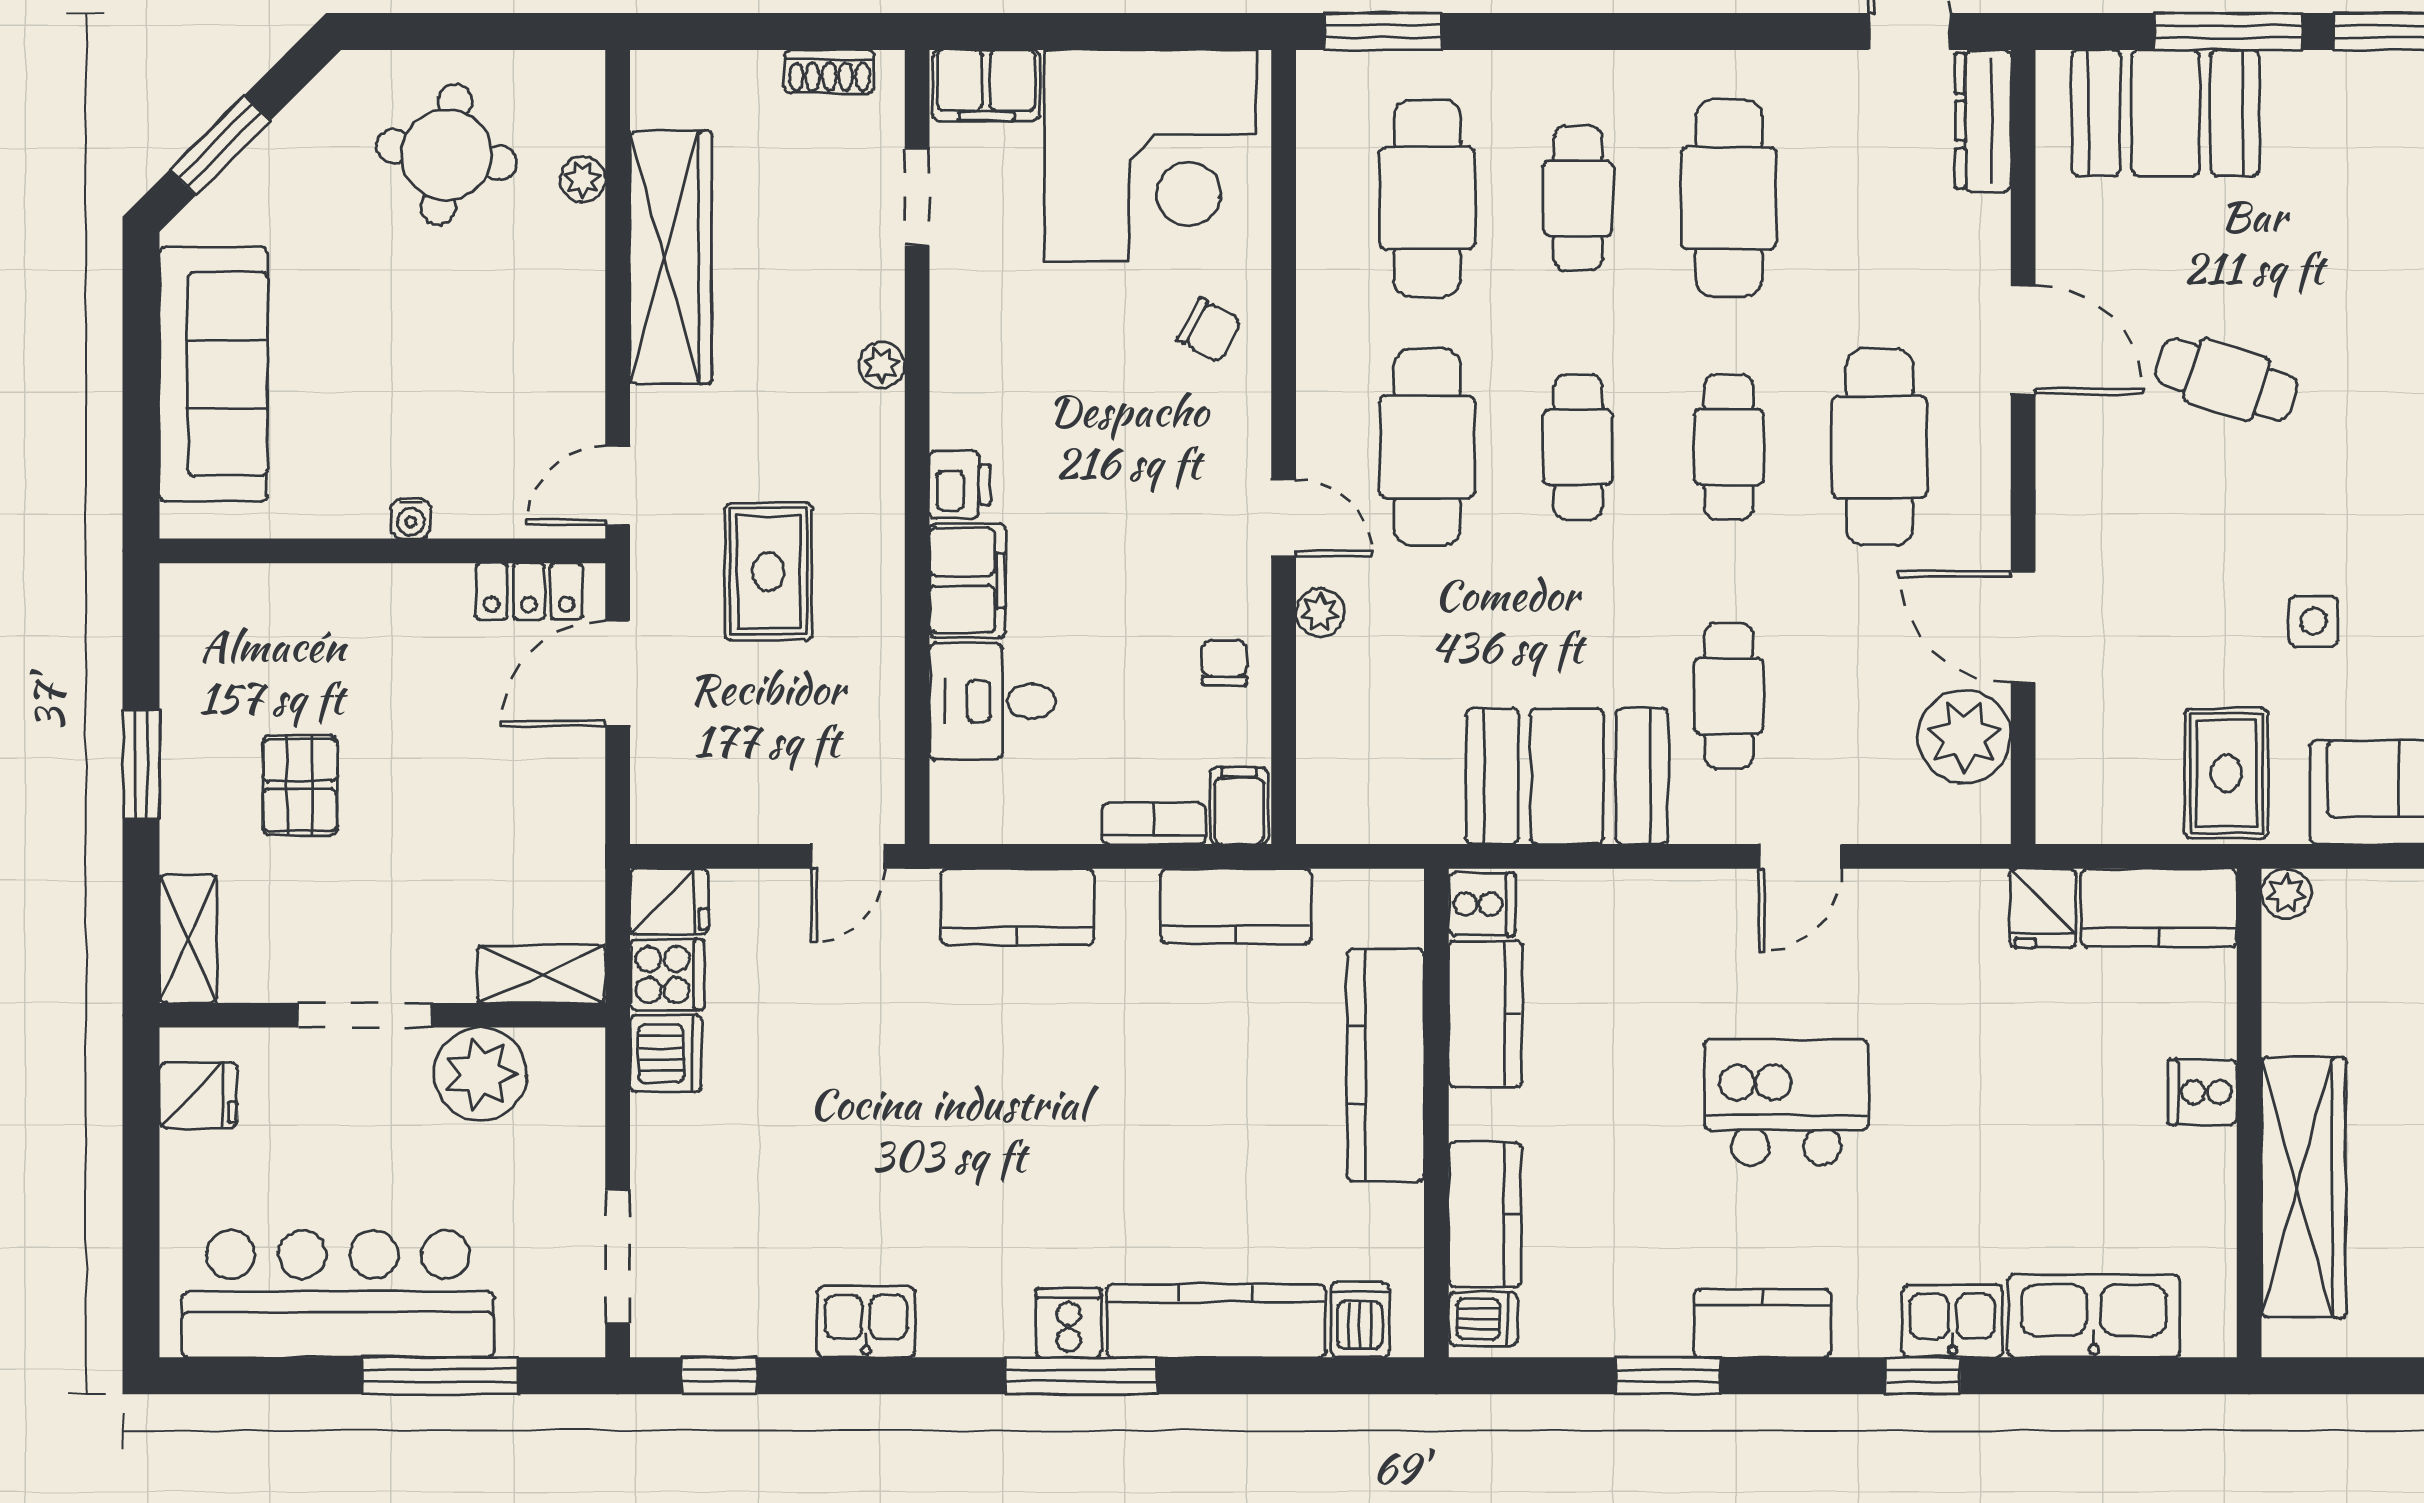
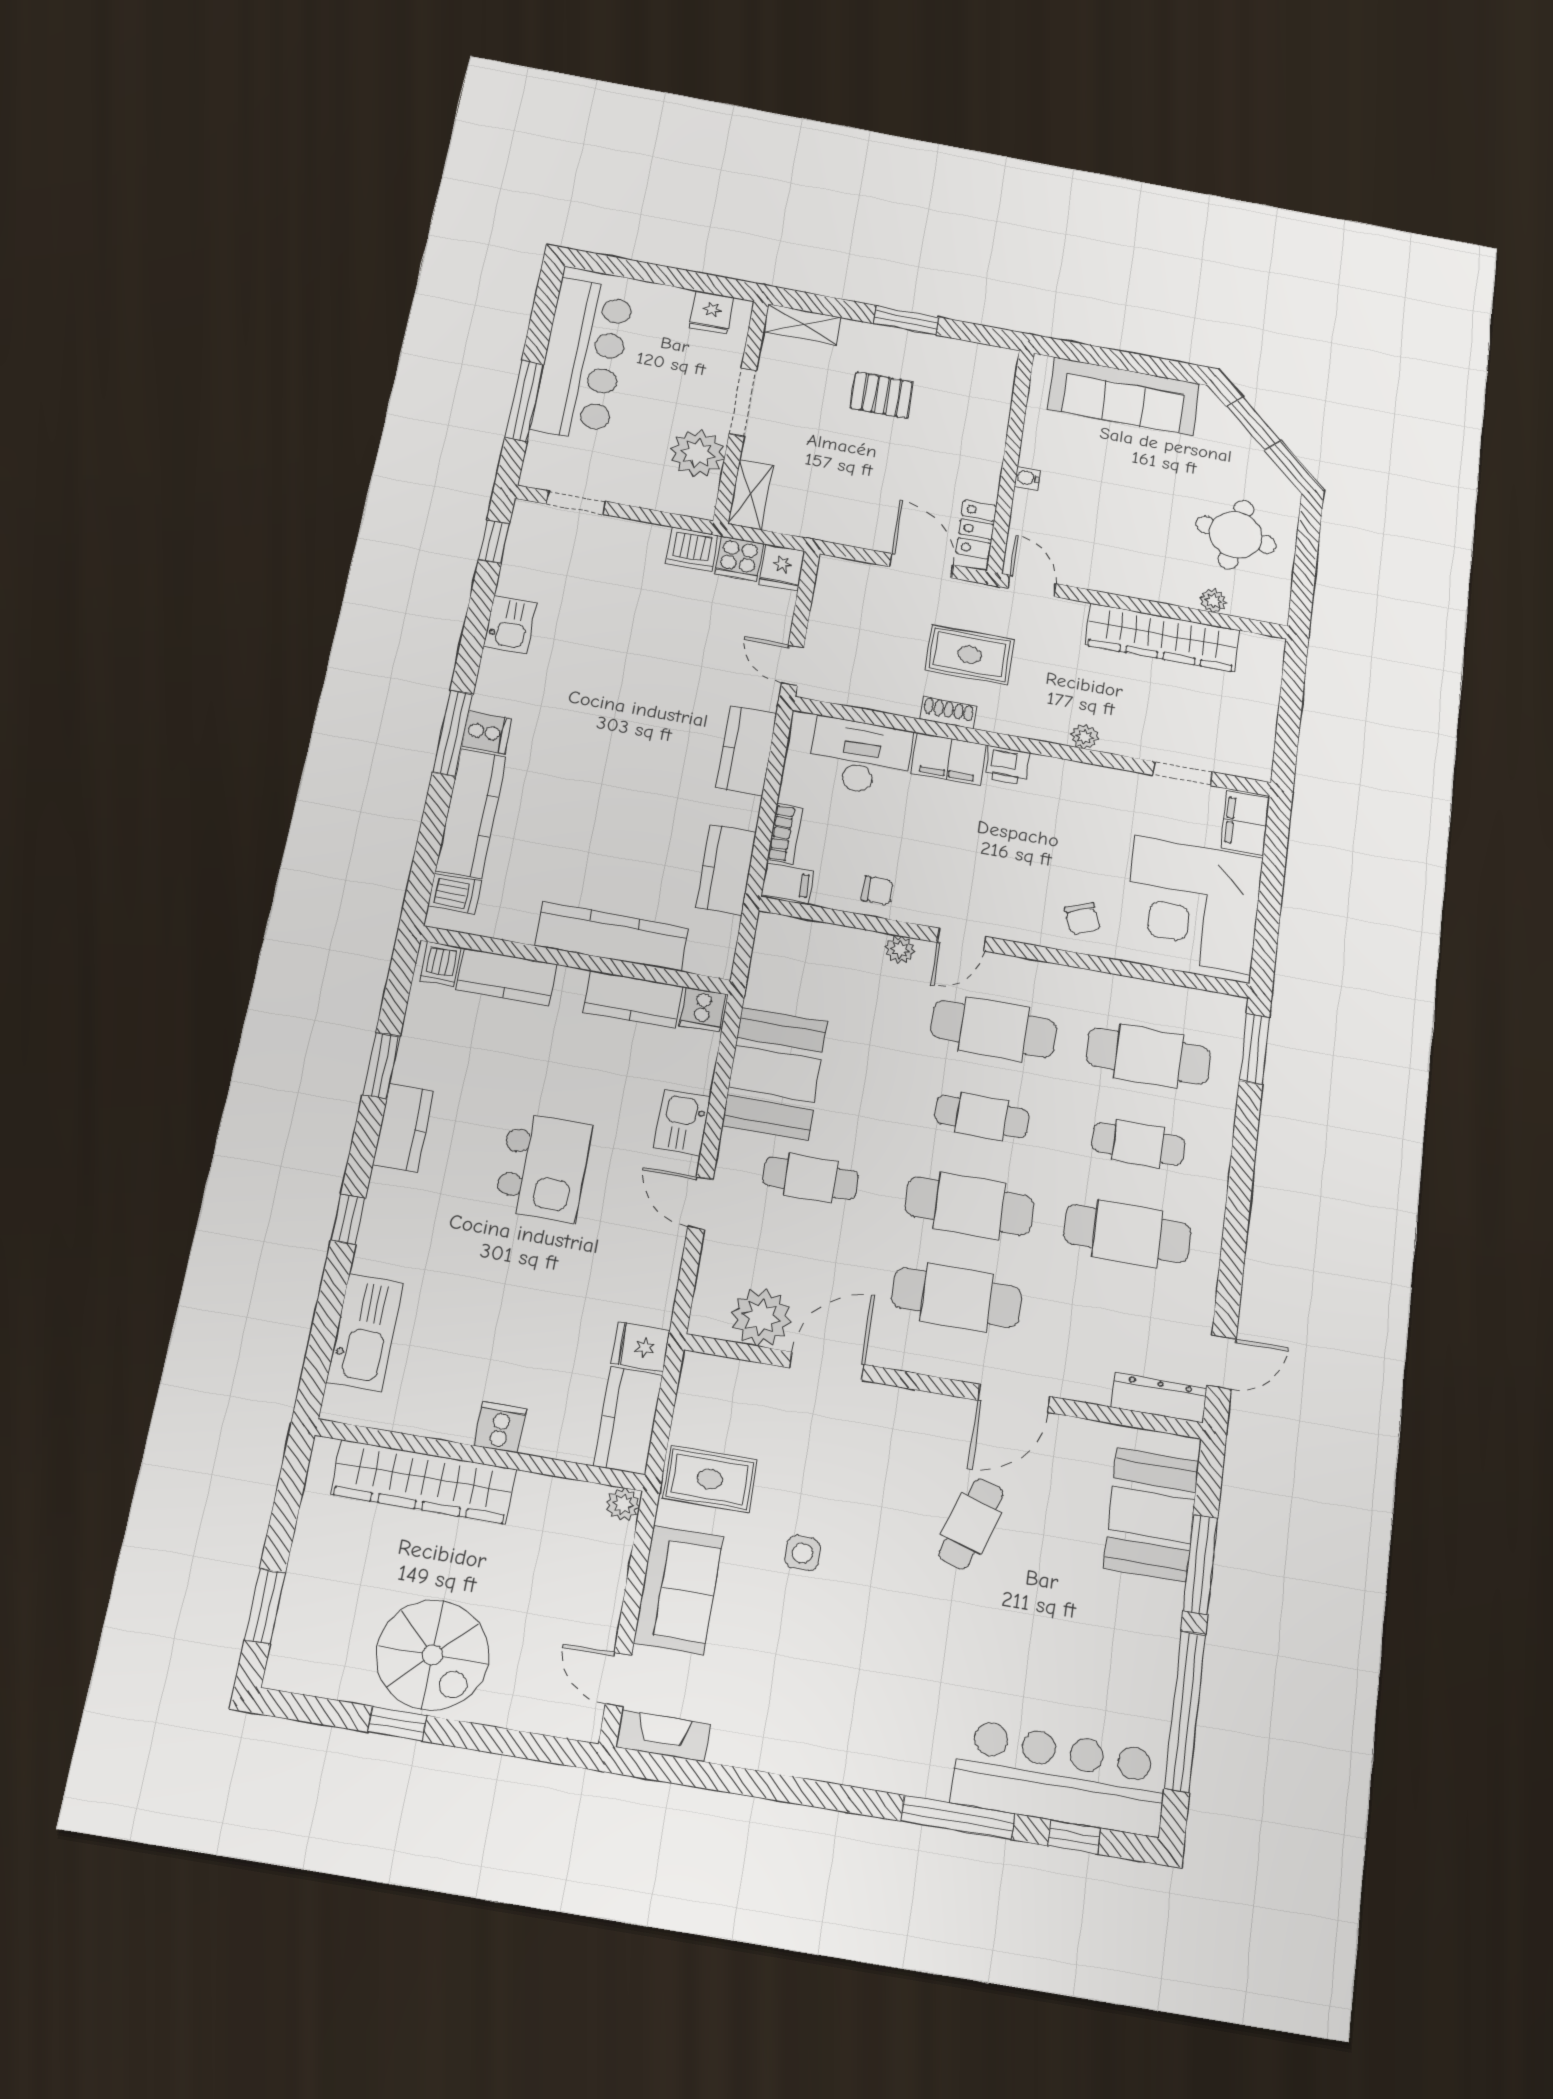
shoe rack: (829, 72) -> (948, 713), moved, turned 90
chair: (1209, 330) -> (1082, 918), turned -50
cafe table: (1729, 447) -> (969, 1206), width x1.37, depth x1.35
desk: (992, 701) -> (860, 757), width x1.37
doorway: (618, 1257) -> (576, 503), width x0.73
kitchen sink: (1952, 1321) -> (682, 1122), moved, turned 180

